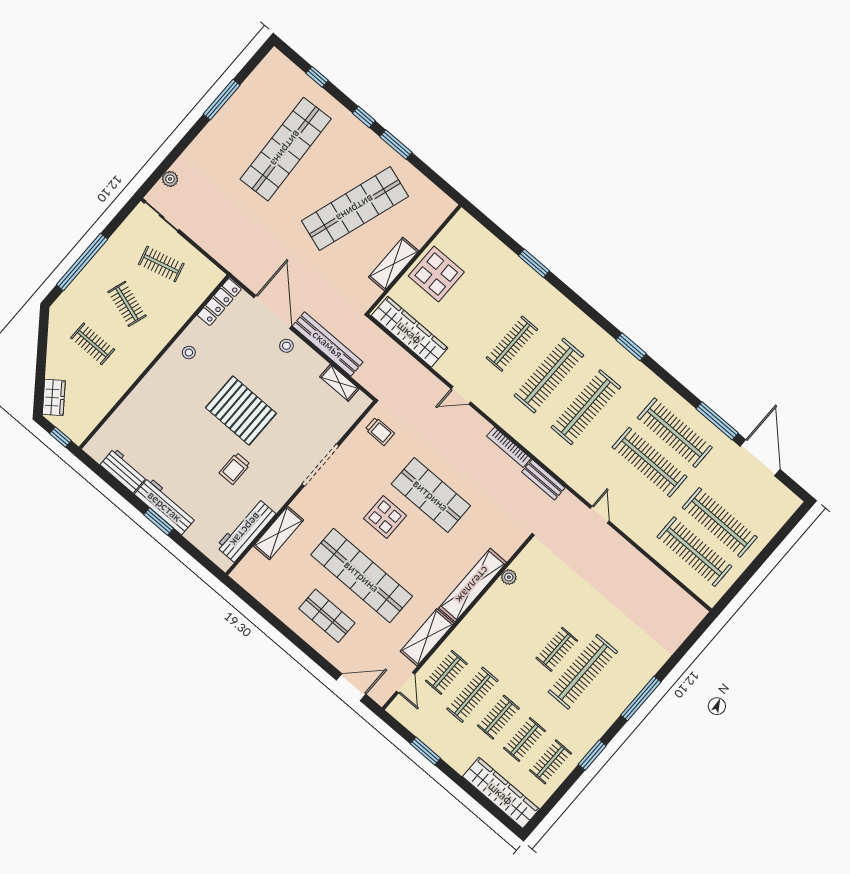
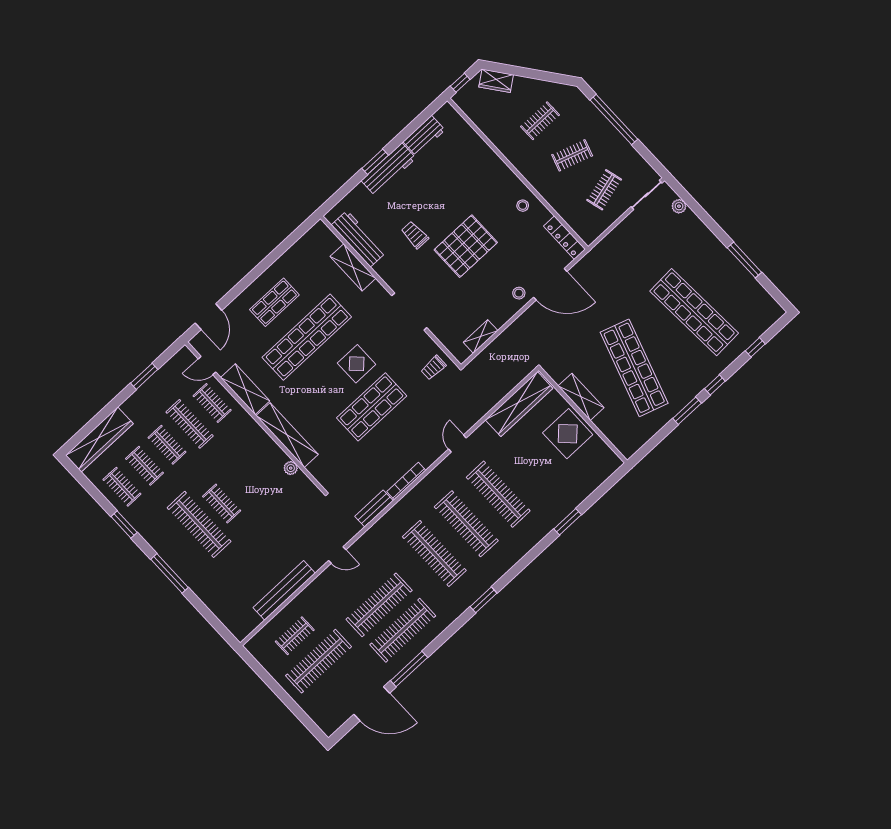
bench: (328, 344) -> (284, 590), moved
clothes rail: (512, 344) -> (498, 494), width x1.37, depth x1.31
clothes rail: (694, 552) -> (295, 636), width x0.54, depth x0.76

